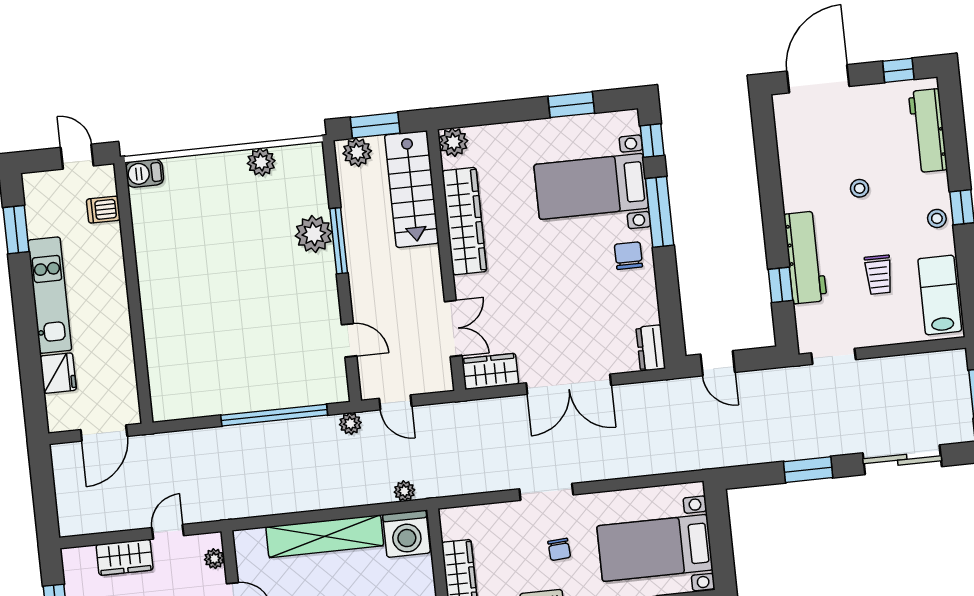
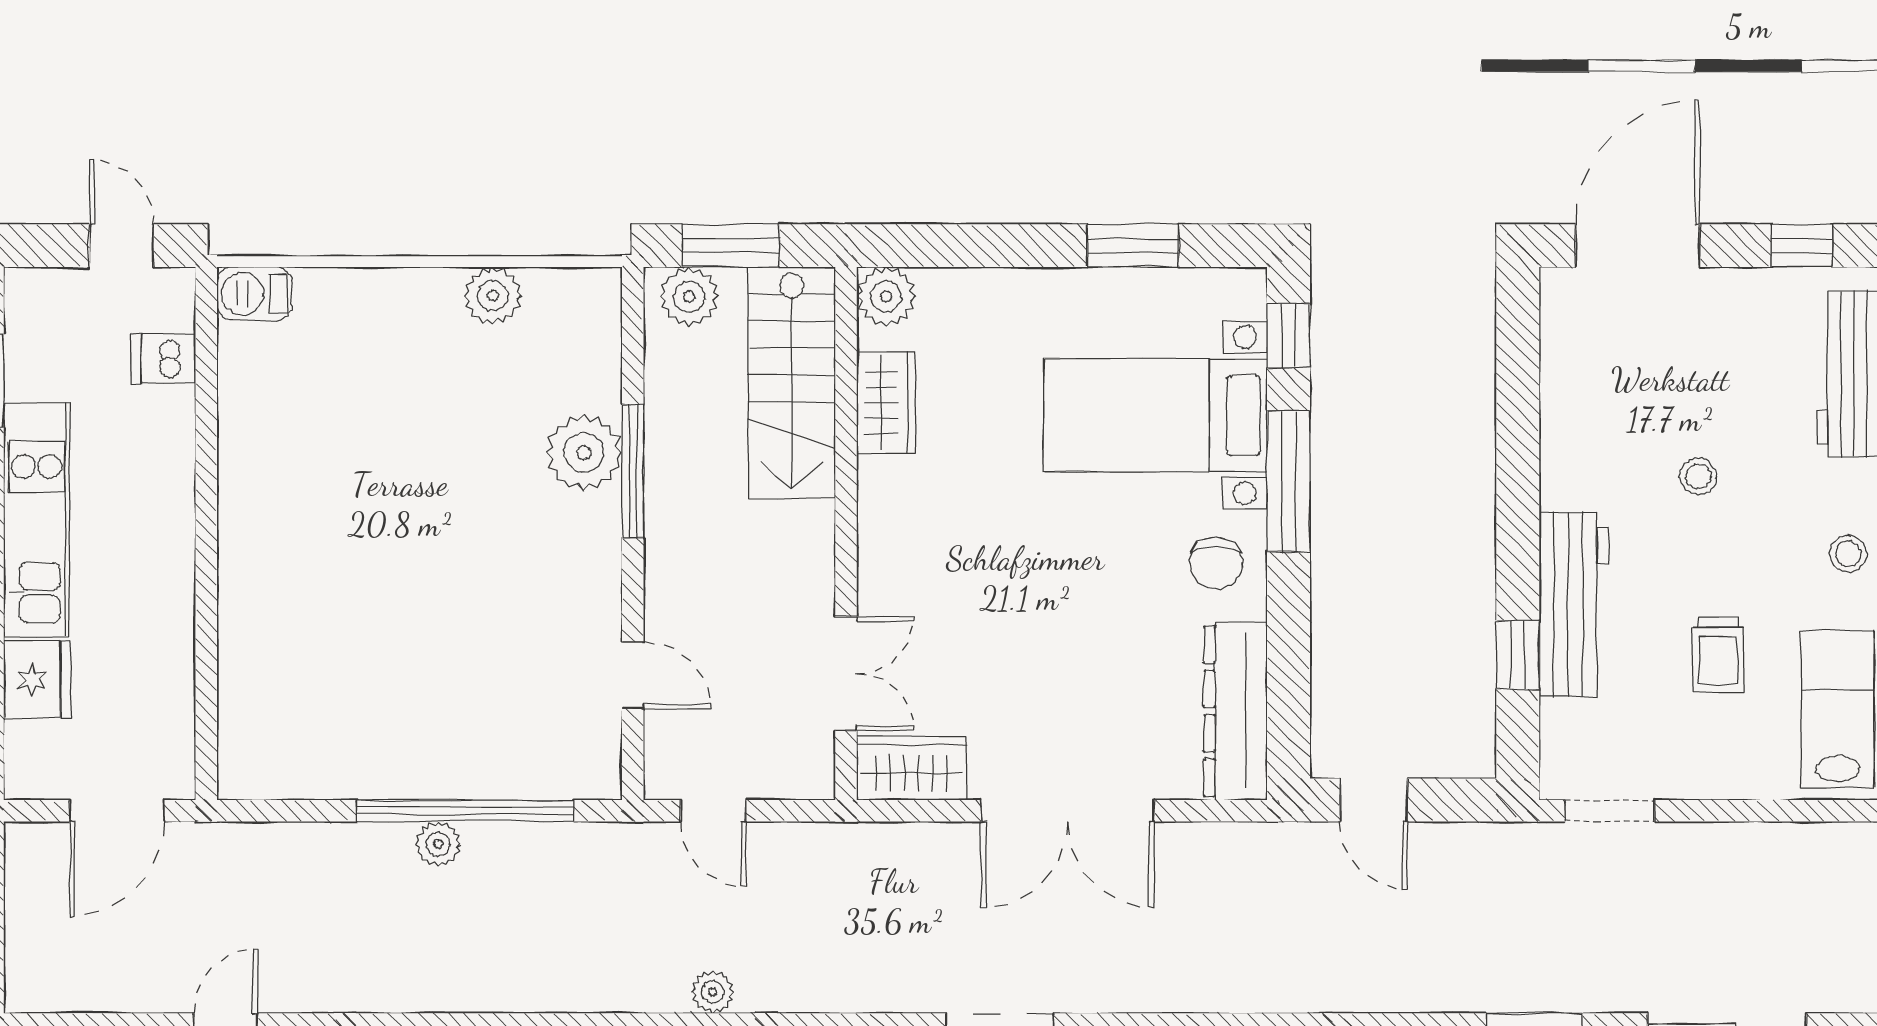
wardrobe: (464, 221) -> (886, 402), width x0.48, depth x0.85
chair: (628, 256) -> (1216, 563), turned 180
dresser: (651, 348) -> (1235, 711), width x1.96, depth x1.24
plant: (350, 424) -> (438, 844), moved

